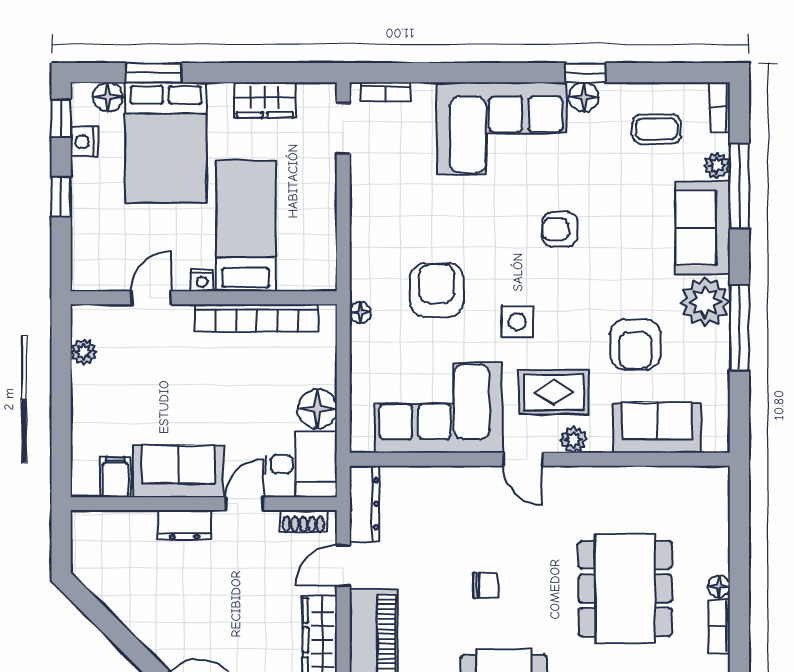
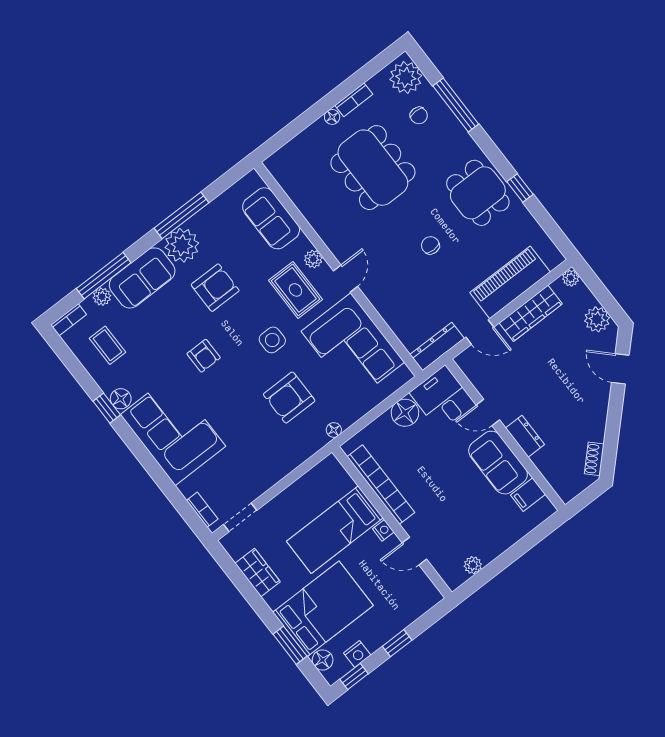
armchair: (635, 344) -> (215, 288), moved
shoe rack: (303, 521) -> (594, 459), moved, turned -135
dining table: (625, 588) -> (373, 168), turned 90

